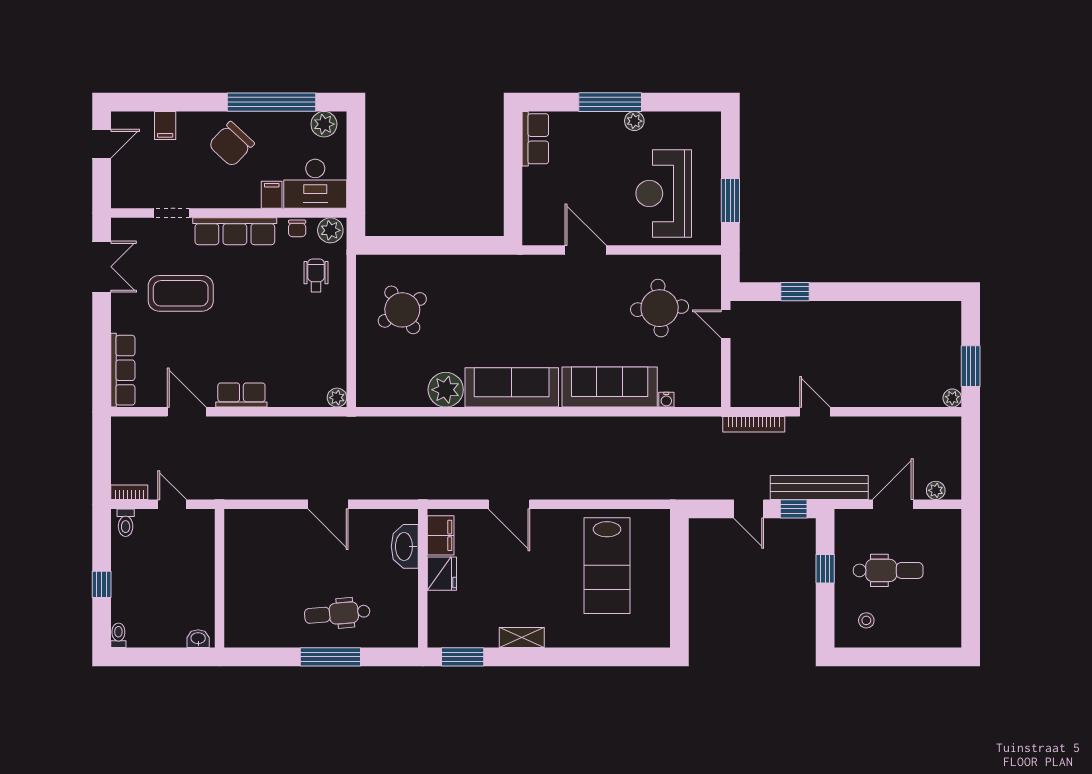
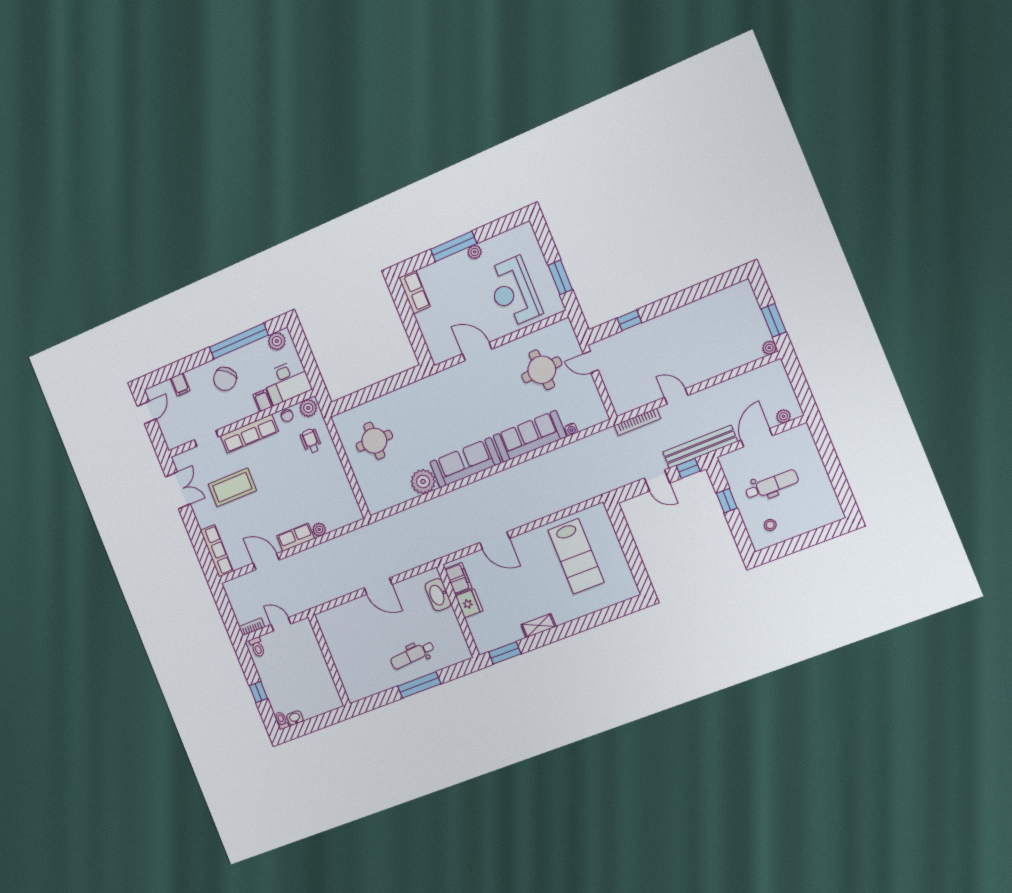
round table: (402, 310) -> (374, 441), turned 32
plant: (337, 398) -> (319, 530), moved
washbasin: (198, 639) -> (295, 718), moved

